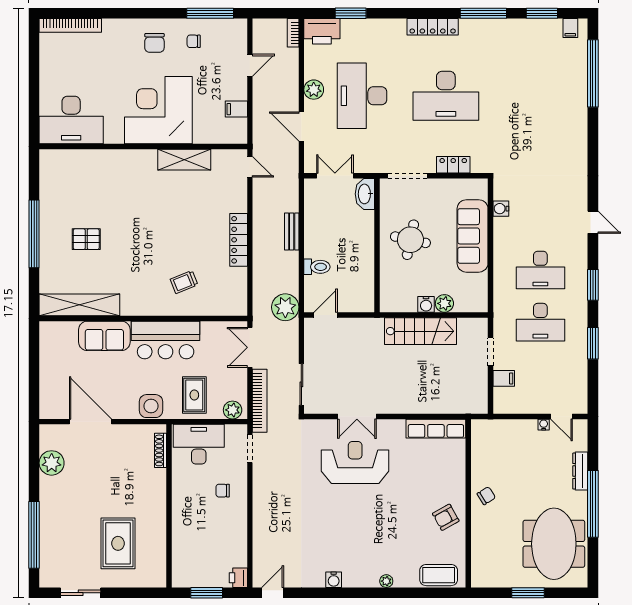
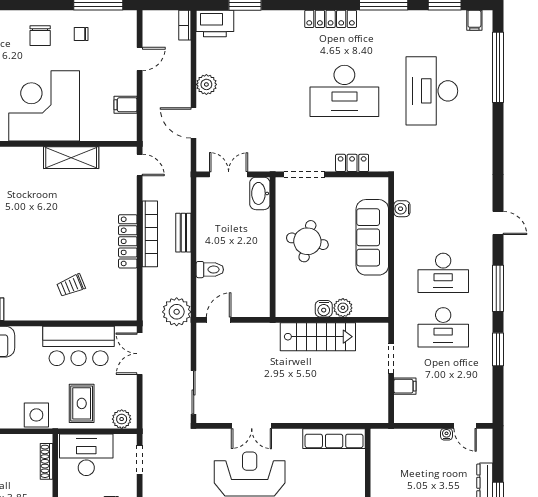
desk: (362, 96) -> (432, 91), moved
window: (593, 285) -> (498, 288), width x1.44
bar counter: (166, 340) -> (79, 346), moved
bookcase: (260, 401) -> (150, 234), moved

